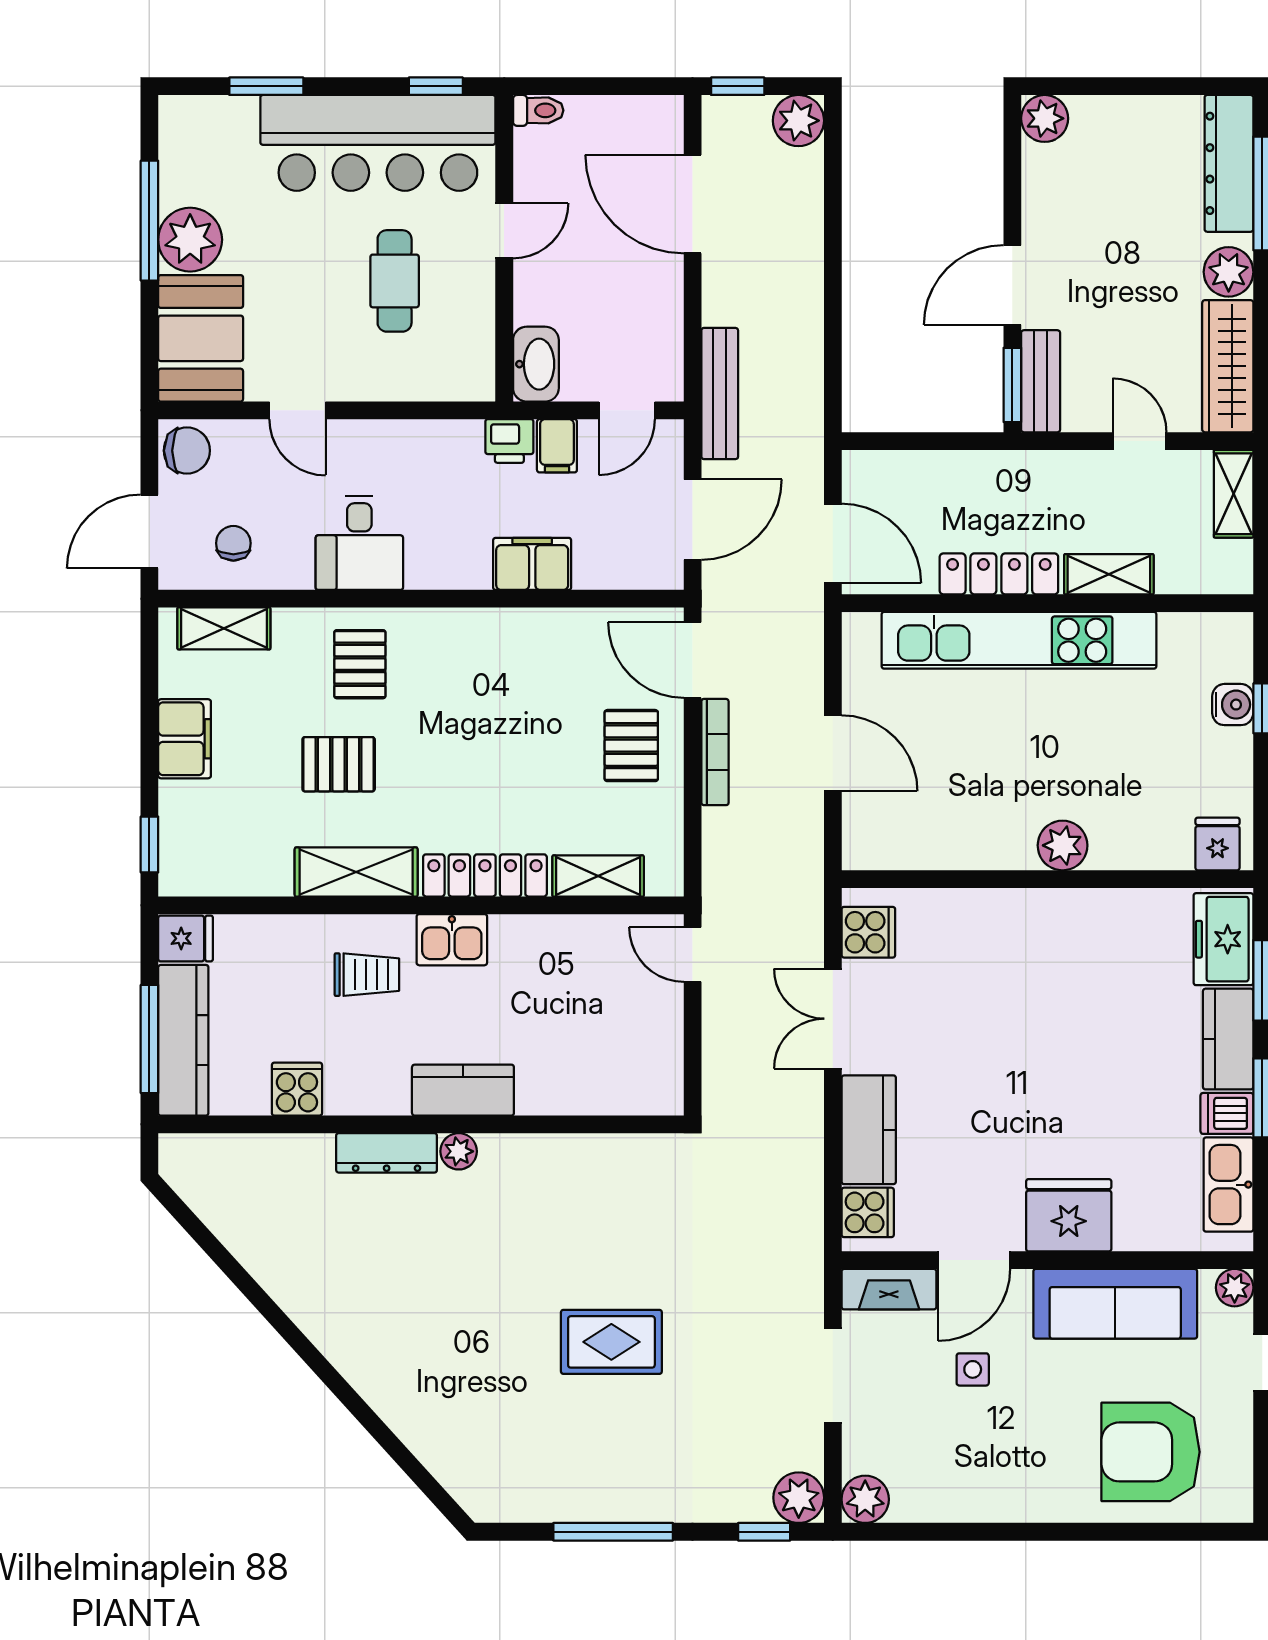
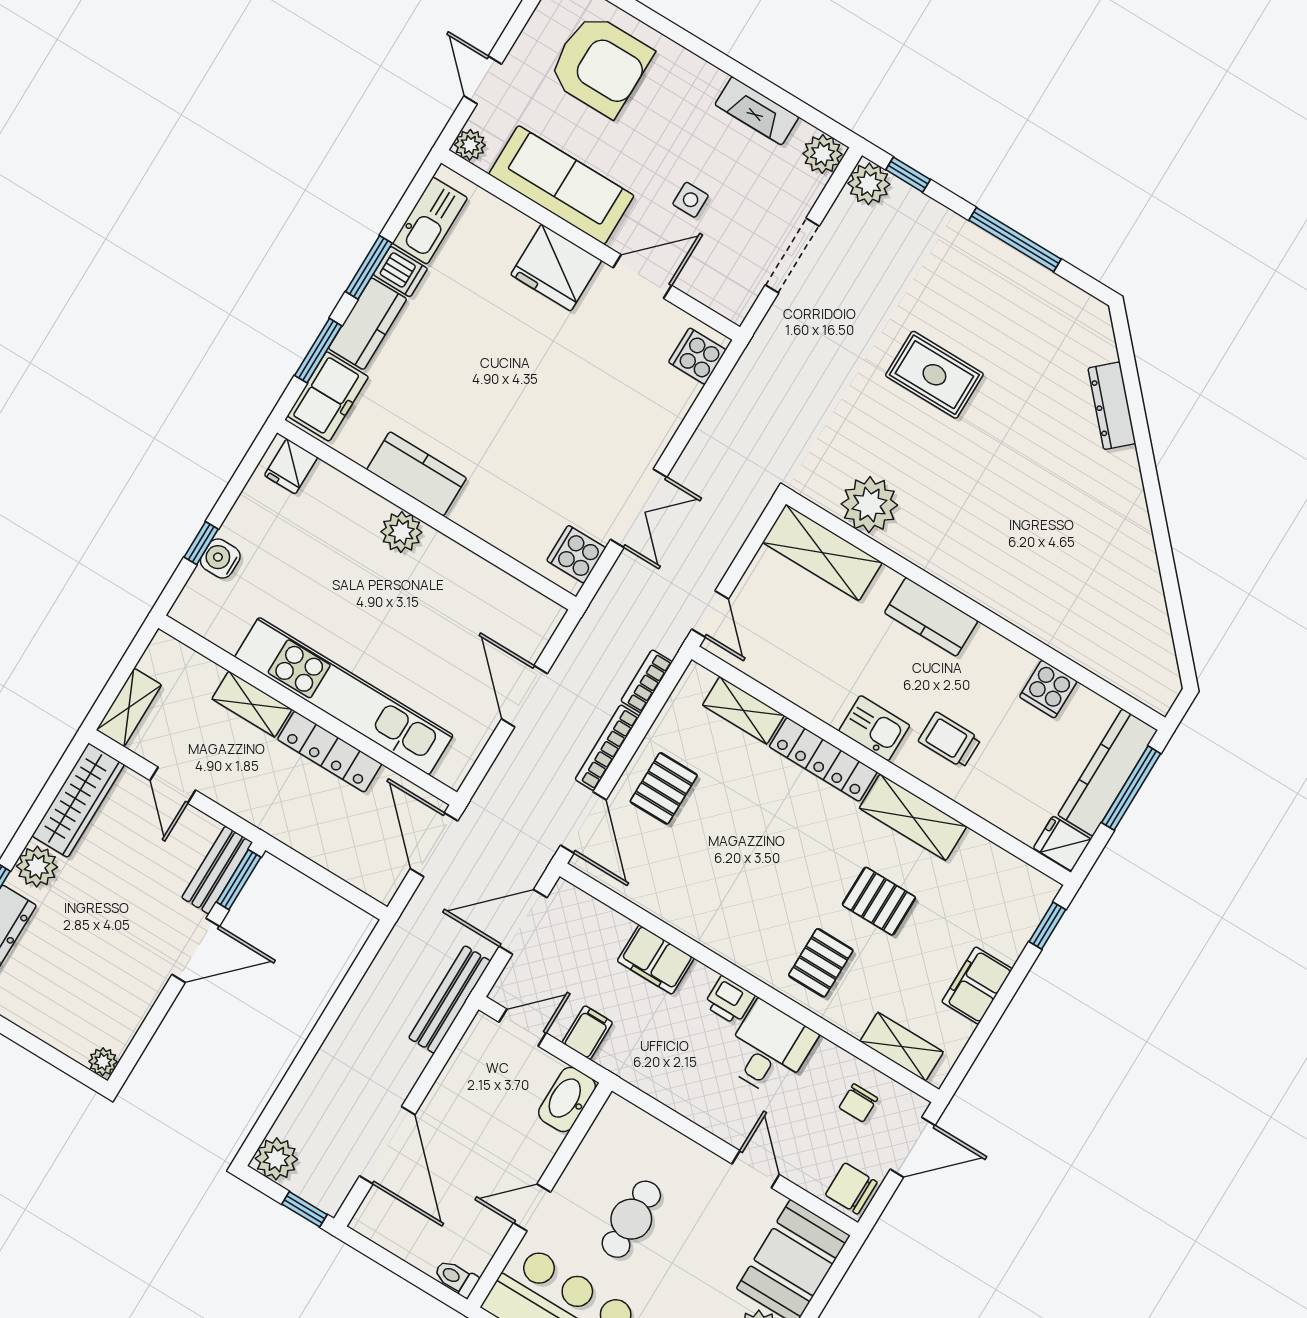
plant: (1045, 118) -> (103, 1062), width x0.73, depth x0.73
printer: (509, 441) -> (729, 1000), moved, turned 180
bookcase: (716, 845) -> (647, 681), added
shelving: (616, 1088) -> (822, 552), added
kitchen counter: (869, 1130) -> (417, 474), moved, turned 90
plant: (459, 1151) -> (869, 505), moved, width x1.87, depth x1.87
dresser: (387, 1153) -> (1112, 406), moved, turned -132
fireplace: (889, 1289) -> (757, 111), moved, turned 180

